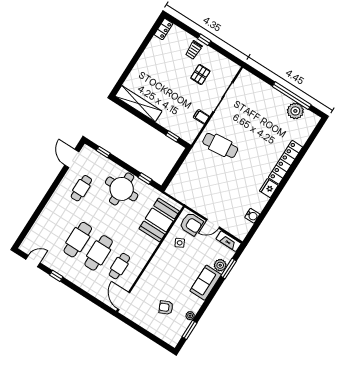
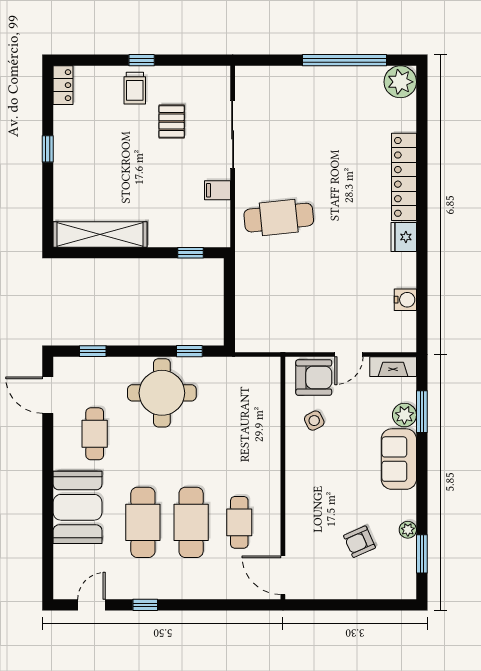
window: (139, 52) -> (48, 149), added
plant: (295, 111) -> (400, 82), moved
booth: (159, 220) -> (78, 507), moved

